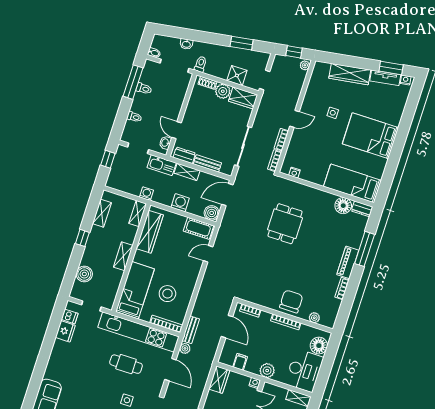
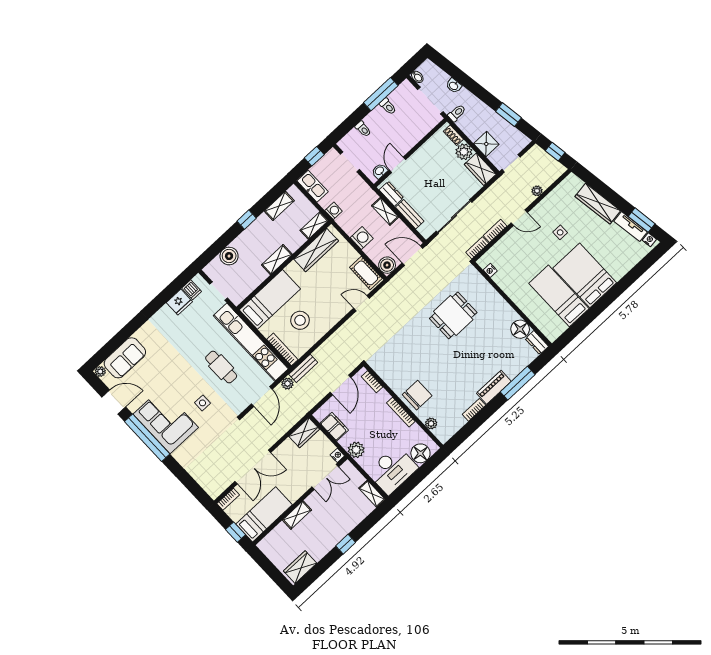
plant: (305, 65) -> (537, 191), moved
kitchen sink: (162, 165) -> (313, 186), moved, turned 180
bed: (352, 183) -> (559, 296), moved
filing cabinet: (240, 362) -> (334, 427), width x2.00

